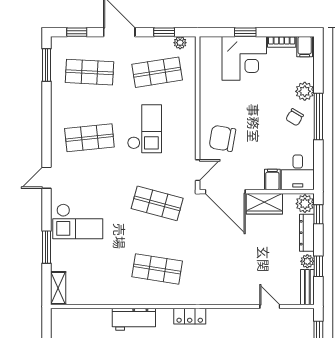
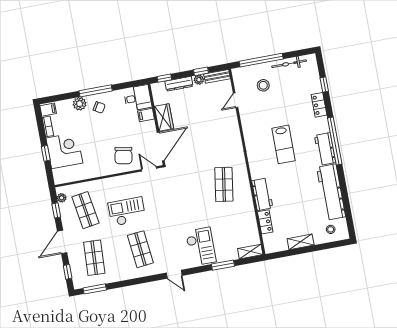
shop shelf: (157, 203) -> (178, 193), removed
plant: (305, 204) -> (159, 89), removed
locker: (190, 316) -> (265, 222), moved

